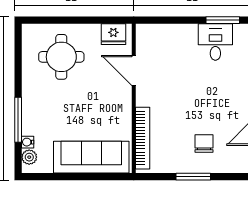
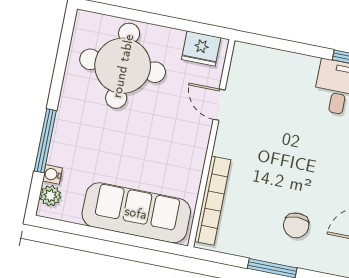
round table: (61, 57) -> (123, 66), width x1.36, depth x1.36
door: (134, 71) -> (219, 105), width x0.73
chair: (204, 144) -> (296, 225), turned 180

